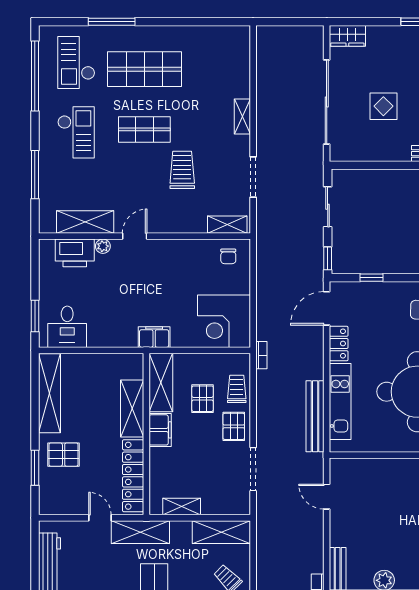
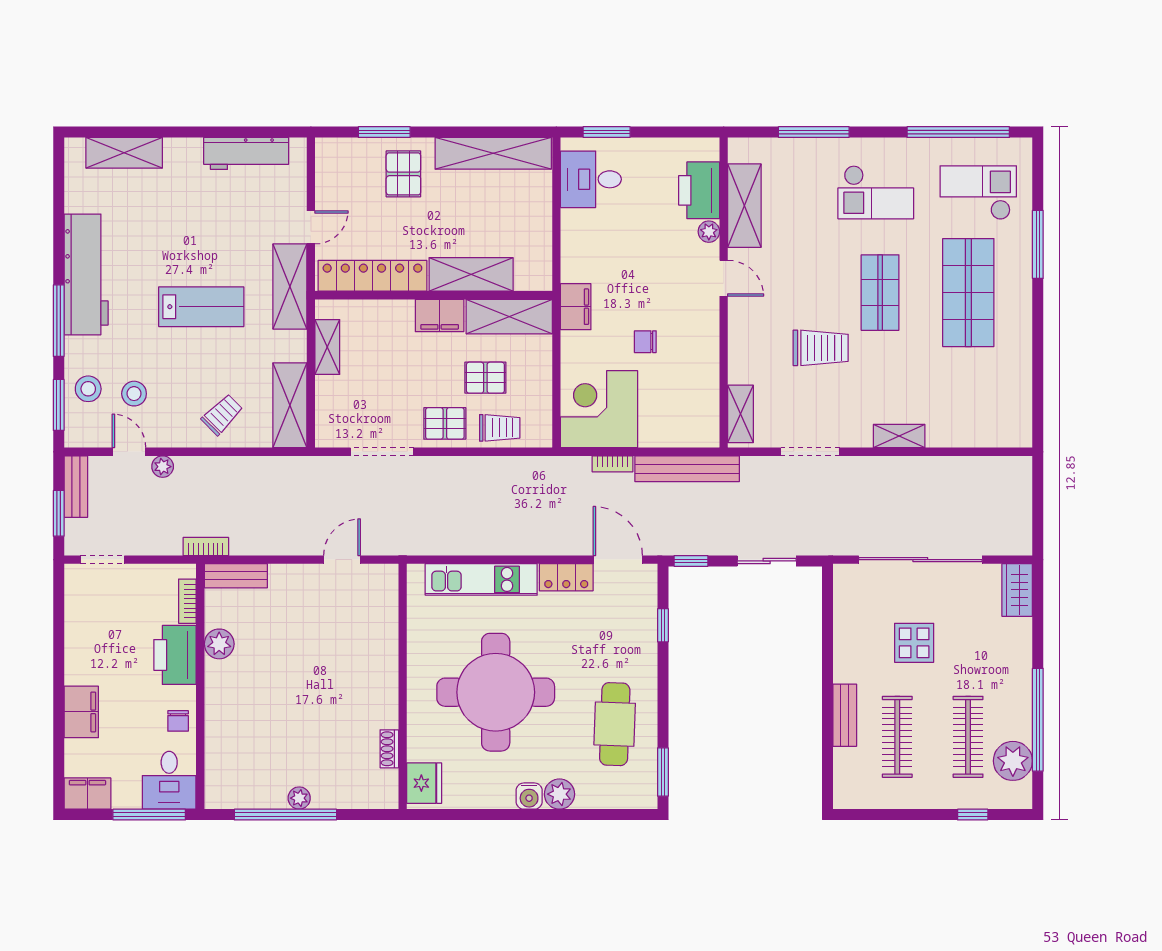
chair: (228, 256) -> (645, 342), moved
bookcase: (261, 355) -> (613, 464), moved
bench: (315, 416) -> (687, 469), moved

